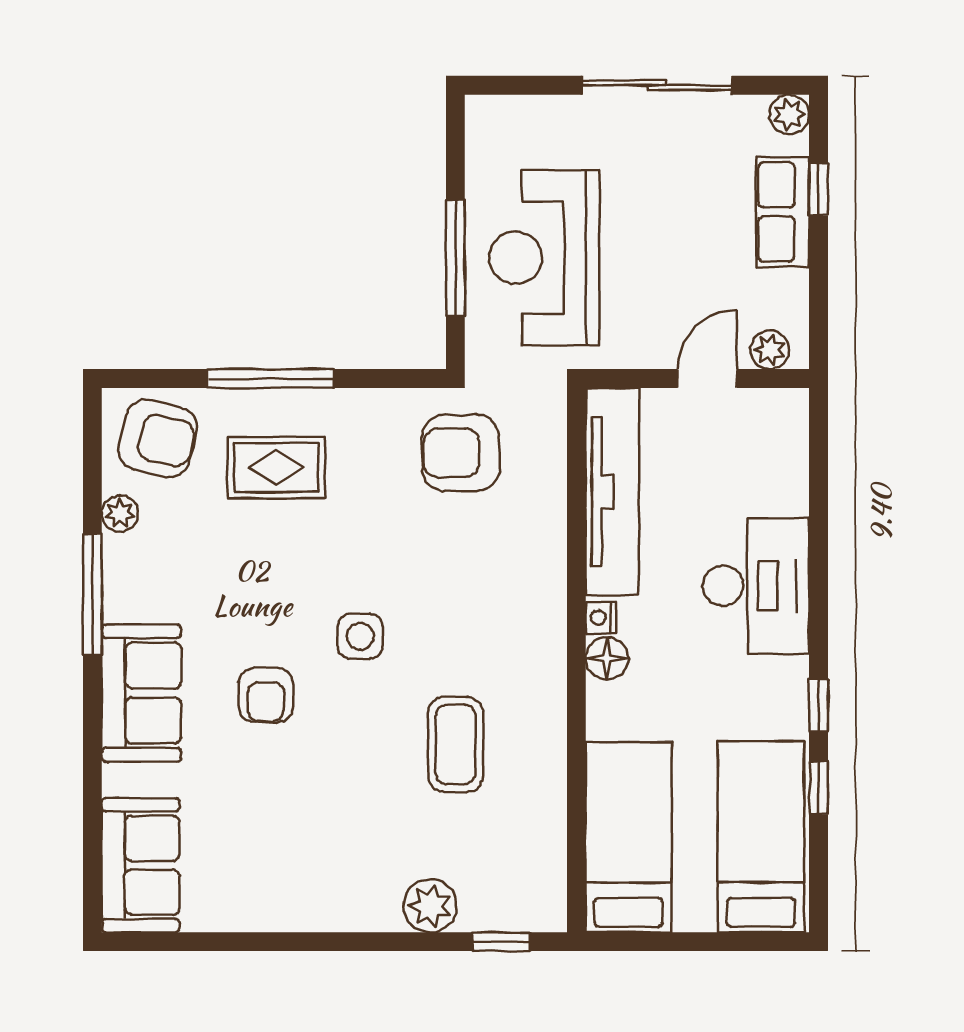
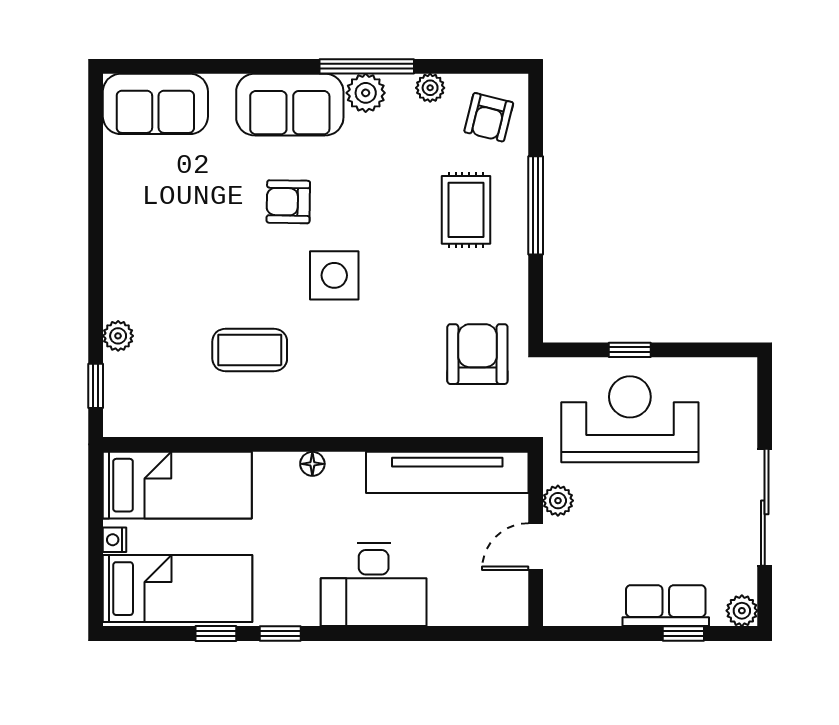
window: (455, 258) -> (630, 350), width x0.46
plant: (770, 350) -> (558, 501), moved
door: (707, 378) -> (536, 547), swing flipped
armchair: (158, 438) -> (489, 117), width x0.72, depth x0.72
plant: (126, 596) -> (366, 93), added
nightstand: (601, 618) -> (115, 540), moved, turned -90
side table: (360, 636) -> (334, 275), width x1.37, depth x1.37
floor lamp: (607, 658) -> (312, 464), width x0.73, depth x0.73
plant: (430, 906) -> (118, 336), width x0.73, depth x0.73

